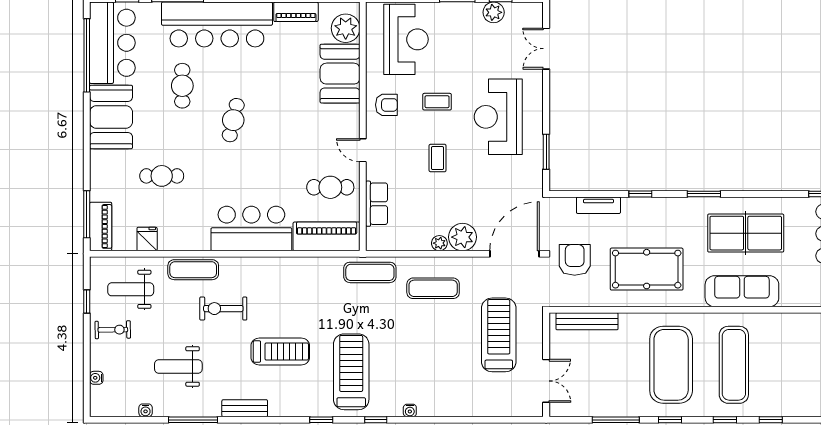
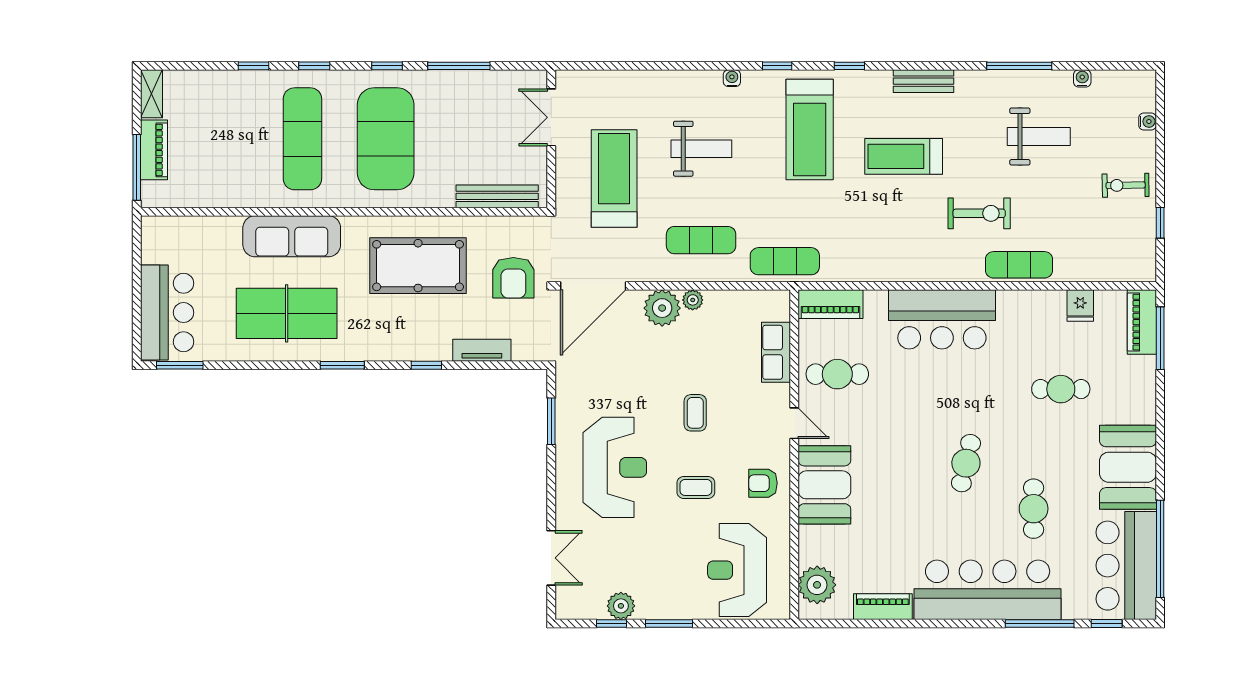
booth: (340, 74) -> (824, 485), moved
piano: (327, 236) -> (830, 304), width x0.73, depth x0.75
weight bench: (131, 289) -> (701, 149), moved
treadmill: (499, 335) -> (614, 178), turned 180
bench: (245, 408) -> (923, 81), moved

